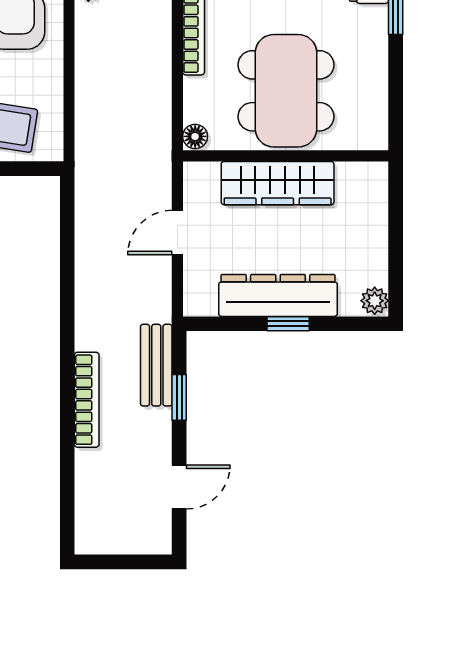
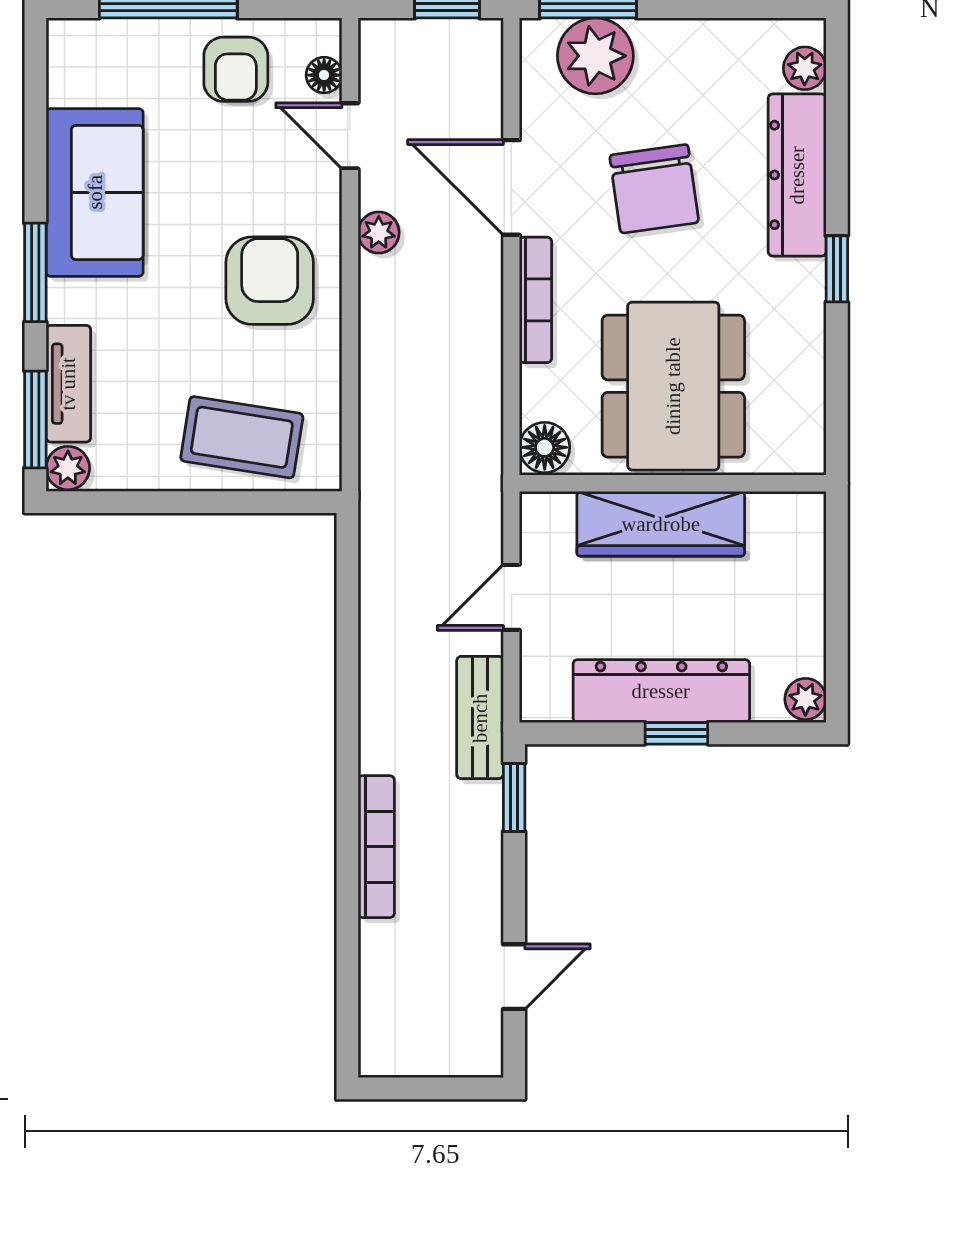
floor lamp: (195, 136) -> (545, 447), width x1.37, depth x1.37
bench: (156, 365) -> (480, 718), moved
window: (179, 397) -> (514, 797), moved

